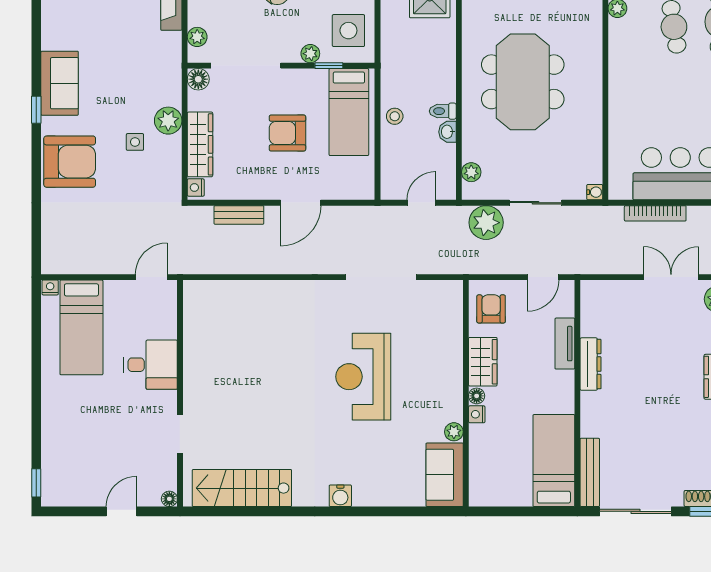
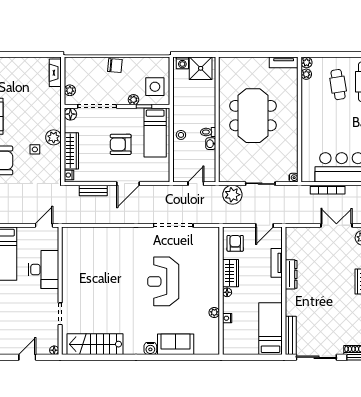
plant: (471, 172) -> (224, 166), removed
desk: (151, 365) -> (44, 270), width x1.37
nightstand: (477, 414) -> (227, 318), moved
sofa: (445, 475) -> (176, 344), moved, turned 90

